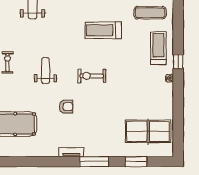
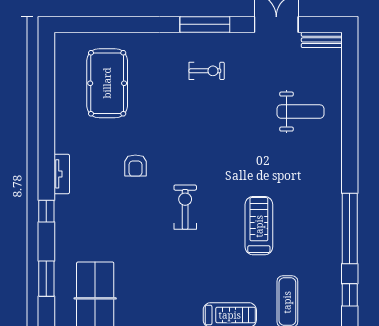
weight bench: (45, 71) -> (194, 132), removed
window: (94, 162) -> (46, 211), width x0.46

